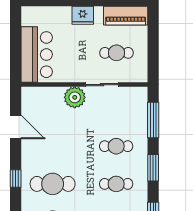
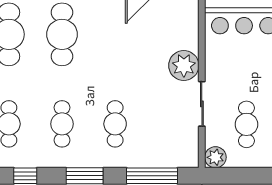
plant: (140, 75) -> (215, 157), added

